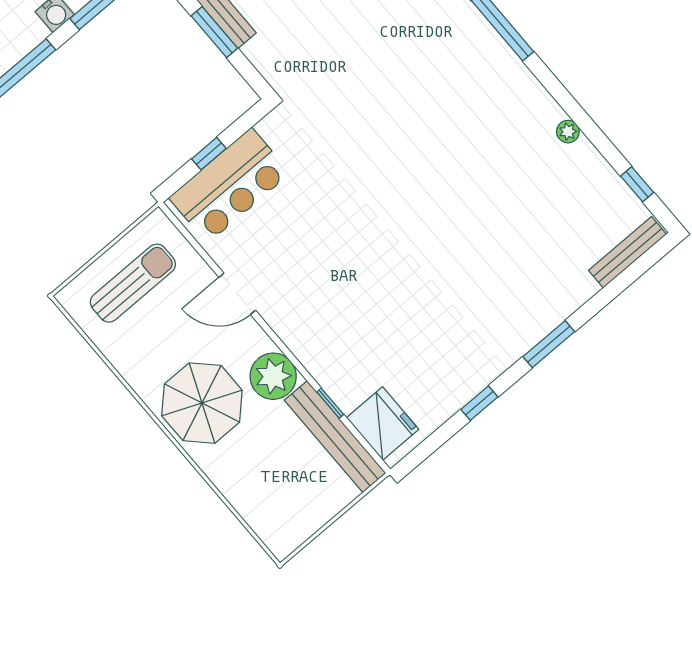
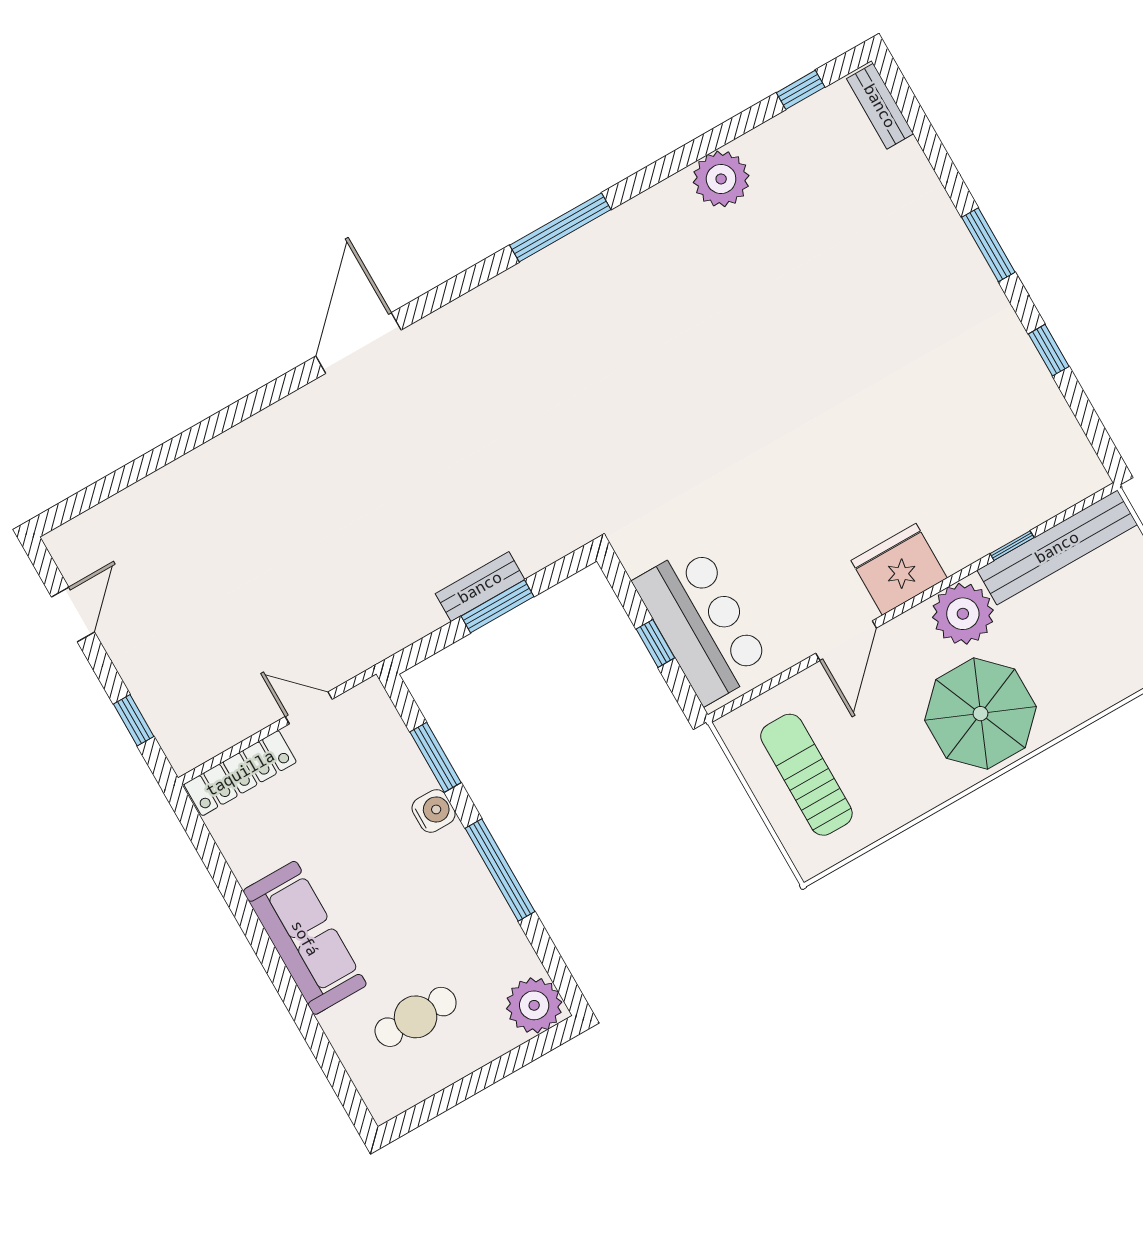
plant: (568, 132) -> (721, 179), width x1.88, depth x1.88
bench: (628, 252) -> (880, 106), width x0.73
fridge: (383, 424) -> (899, 569), moved

